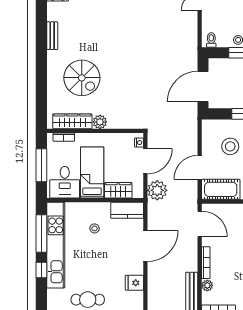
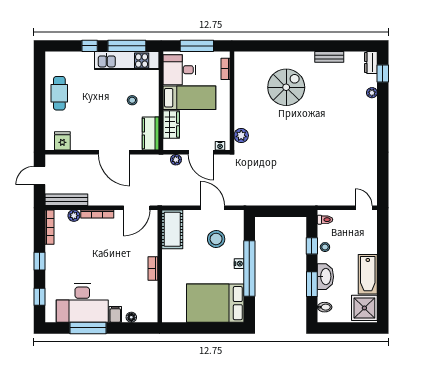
spiral stairs: (82, 78) -> (286, 87), turned 180
door: (203, 87) -> (277, 211), removed
wardrobe: (72, 121) -> (242, 78), removed
plant: (100, 122) -> (241, 136), moved
door: (200, 167) -> (213, 208), moved
plant: (157, 190) -> (176, 160), width x0.53, depth x0.53
kitchen unit: (56, 245) -> (127, 61), width x0.73
fridge: (134, 283) -> (62, 141), moved

